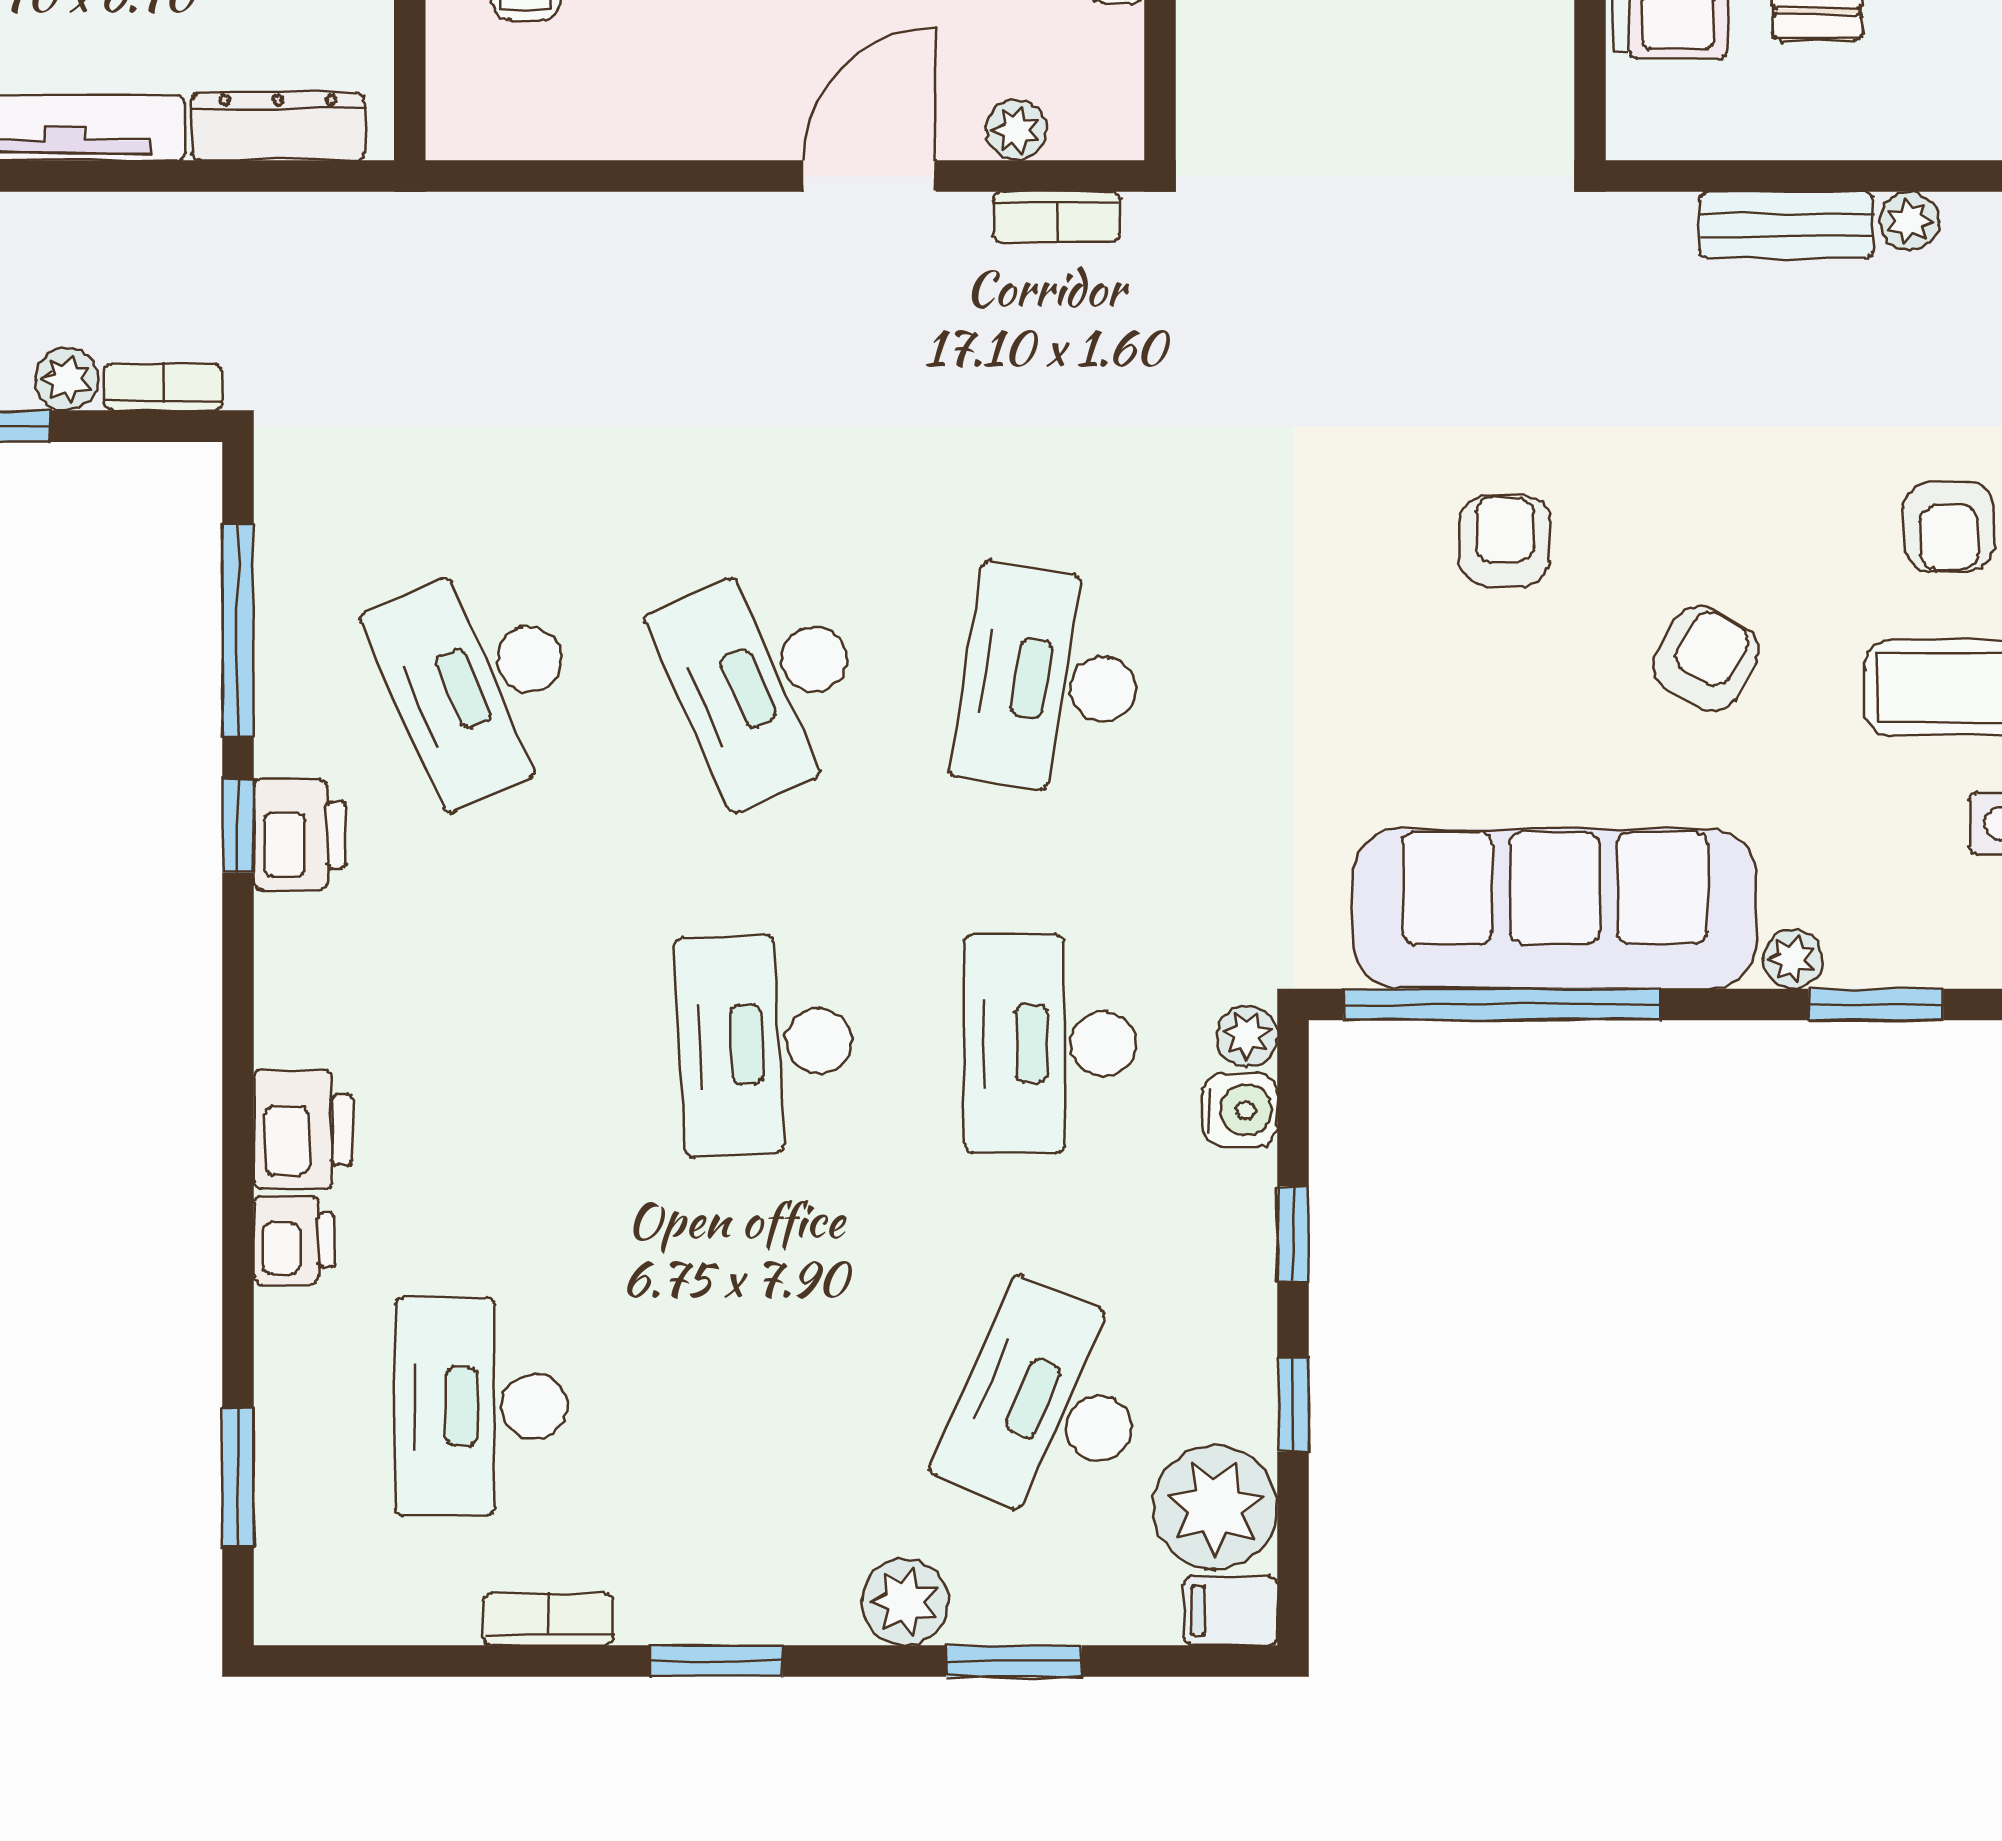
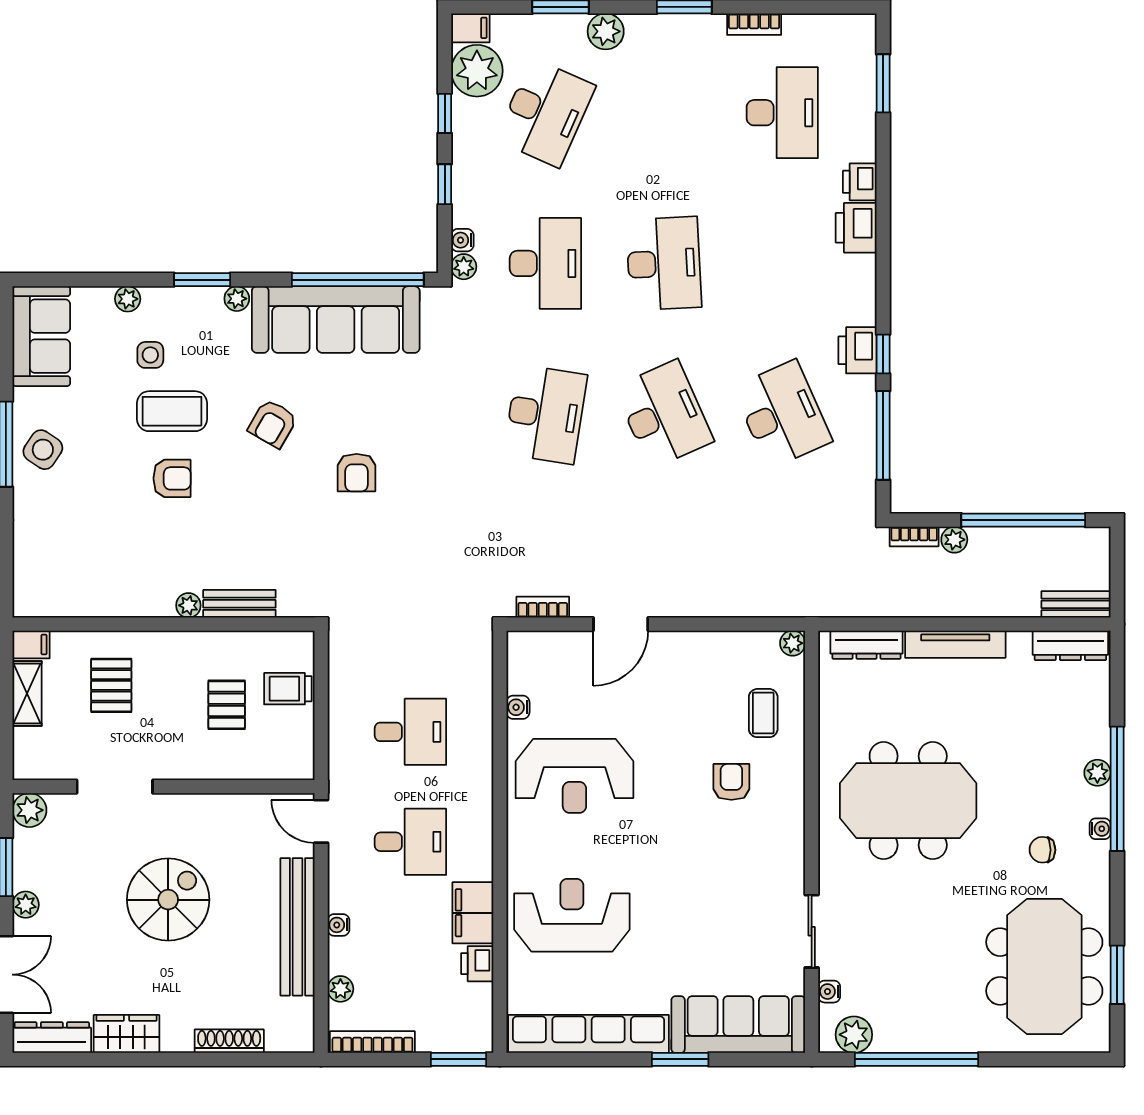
plant: (1016, 130) -> (793, 643), moved
armchair: (1949, 527) -> (172, 478), turned 91
water cooler: (1240, 1110) -> (462, 240), width x0.72, depth x0.72

